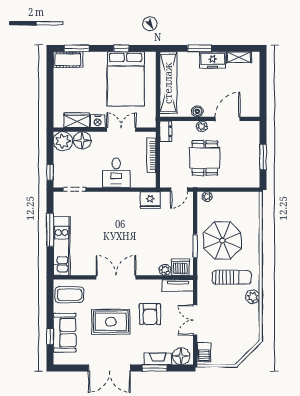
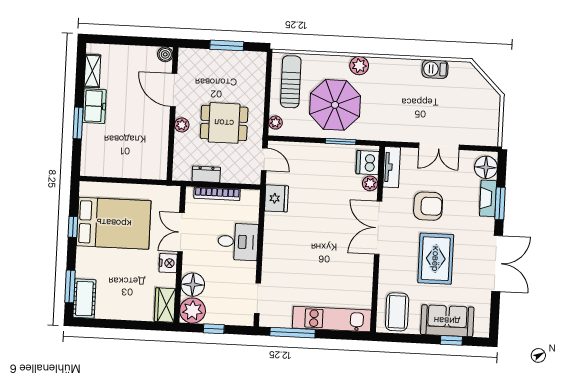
shelving: (168, 83) -> (122, 167), removed
boiler: (197, 111) -> (165, 54), moved
wardrobe: (77, 120) -> (165, 305), moved
dresser: (166, 131) -> (206, 174), moved
window: (50, 173) -> (214, 329), moved
window: (50, 230) -> (293, 333), moved
double door: (116, 277) -> (378, 228), moved
sun lounger: (232, 277) -> (291, 82), moved
plant: (253, 297) -> (359, 66), moved
barbecue: (204, 352) -> (435, 69), moved, turned 180

